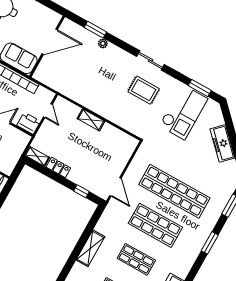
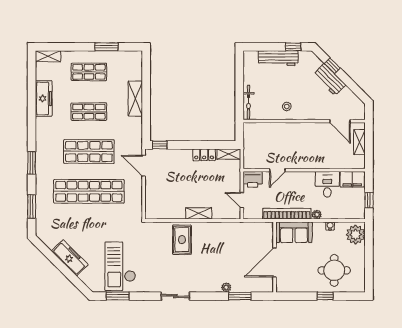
rug: (144, 90) -> (182, 240), moved, turned 90
window: (81, 191) -> (160, 145), moved

